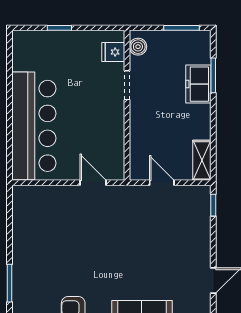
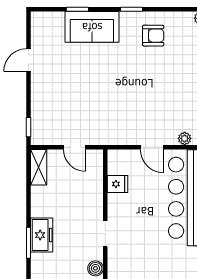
fridge: (113, 52) -> (118, 184), moved
door: (93, 183) -> (152, 147), moved
plant: (38, 192) -> (185, 138), added

